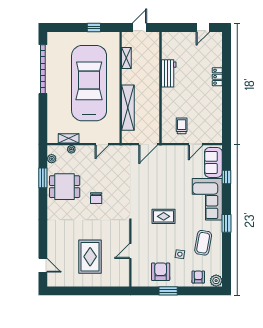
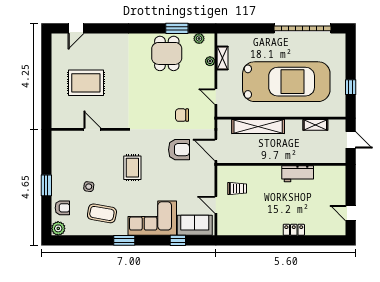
chair: (96, 198) -> (182, 115), moved
armchair: (161, 272) -> (179, 150), moved
window: (168, 291) -> (46, 185), moved

